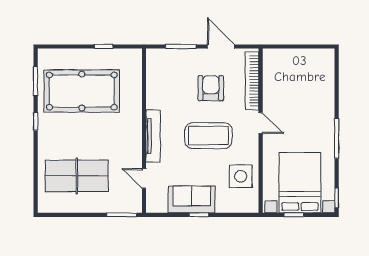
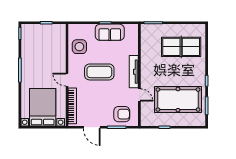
armchair: (211, 88) -> (122, 114), moved, turned -90
door: (144, 178) -> (139, 95), moved
bed with nightstands: (300, 183) -> (43, 107), moved, turned 180

